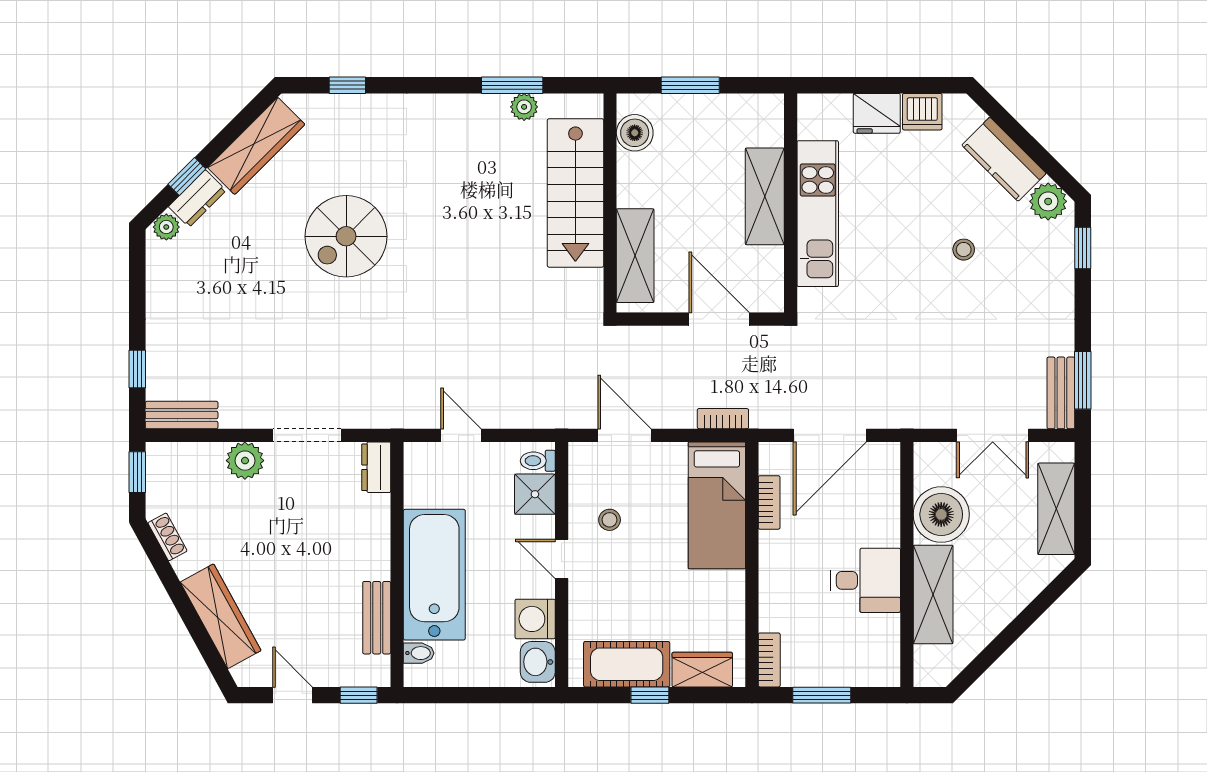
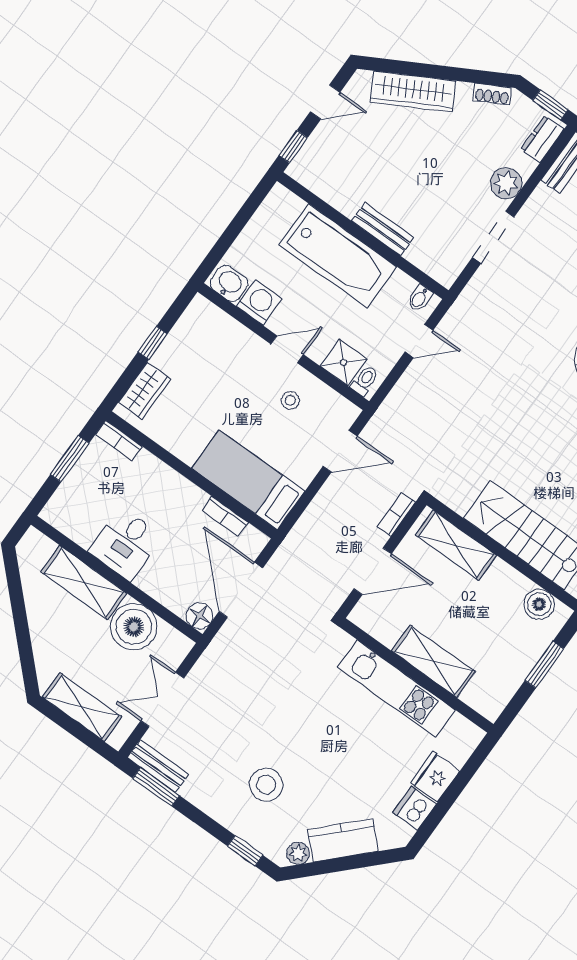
plant: (1048, 201) -> (298, 853), width x0.73, depth x0.73
stool: (964, 250) -> (266, 785), moved, width x1.89, depth x1.89
bookcase: (723, 419) -> (396, 514), moved, turned 180
floor lamp: (885, 458) -> (199, 616), added
dresser: (376, 467) -> (542, 139), moved, turned -90
bench: (377, 618) -> (383, 229), moved
bidet: (419, 653) -> (420, 298), moved
cot: (627, 664) -> (185, 342), removed

